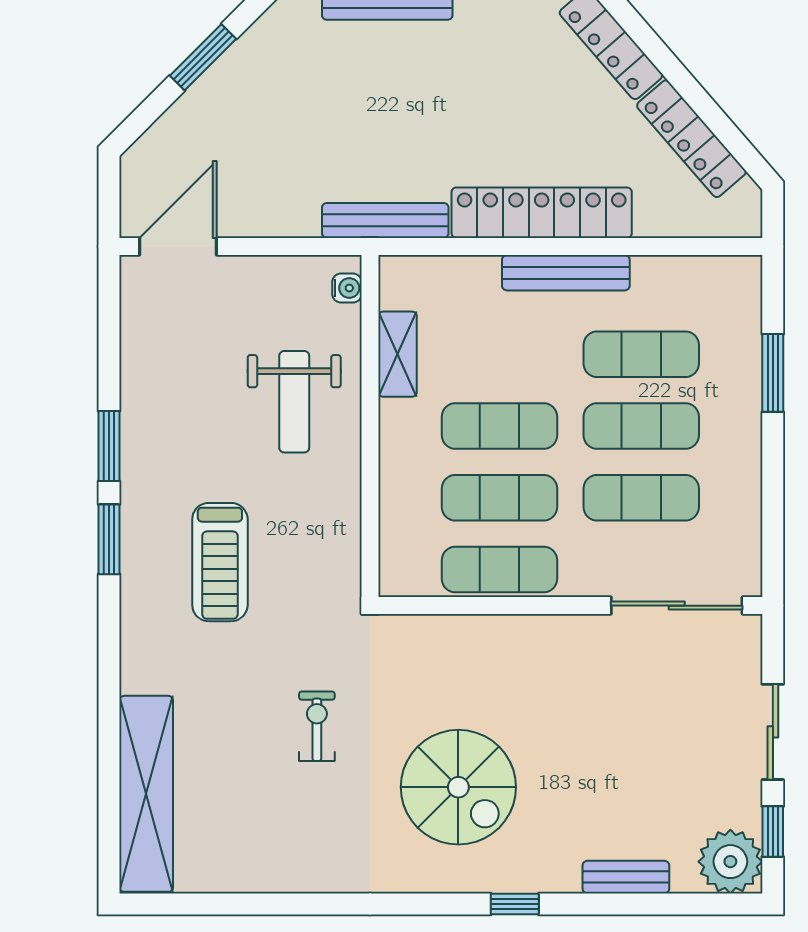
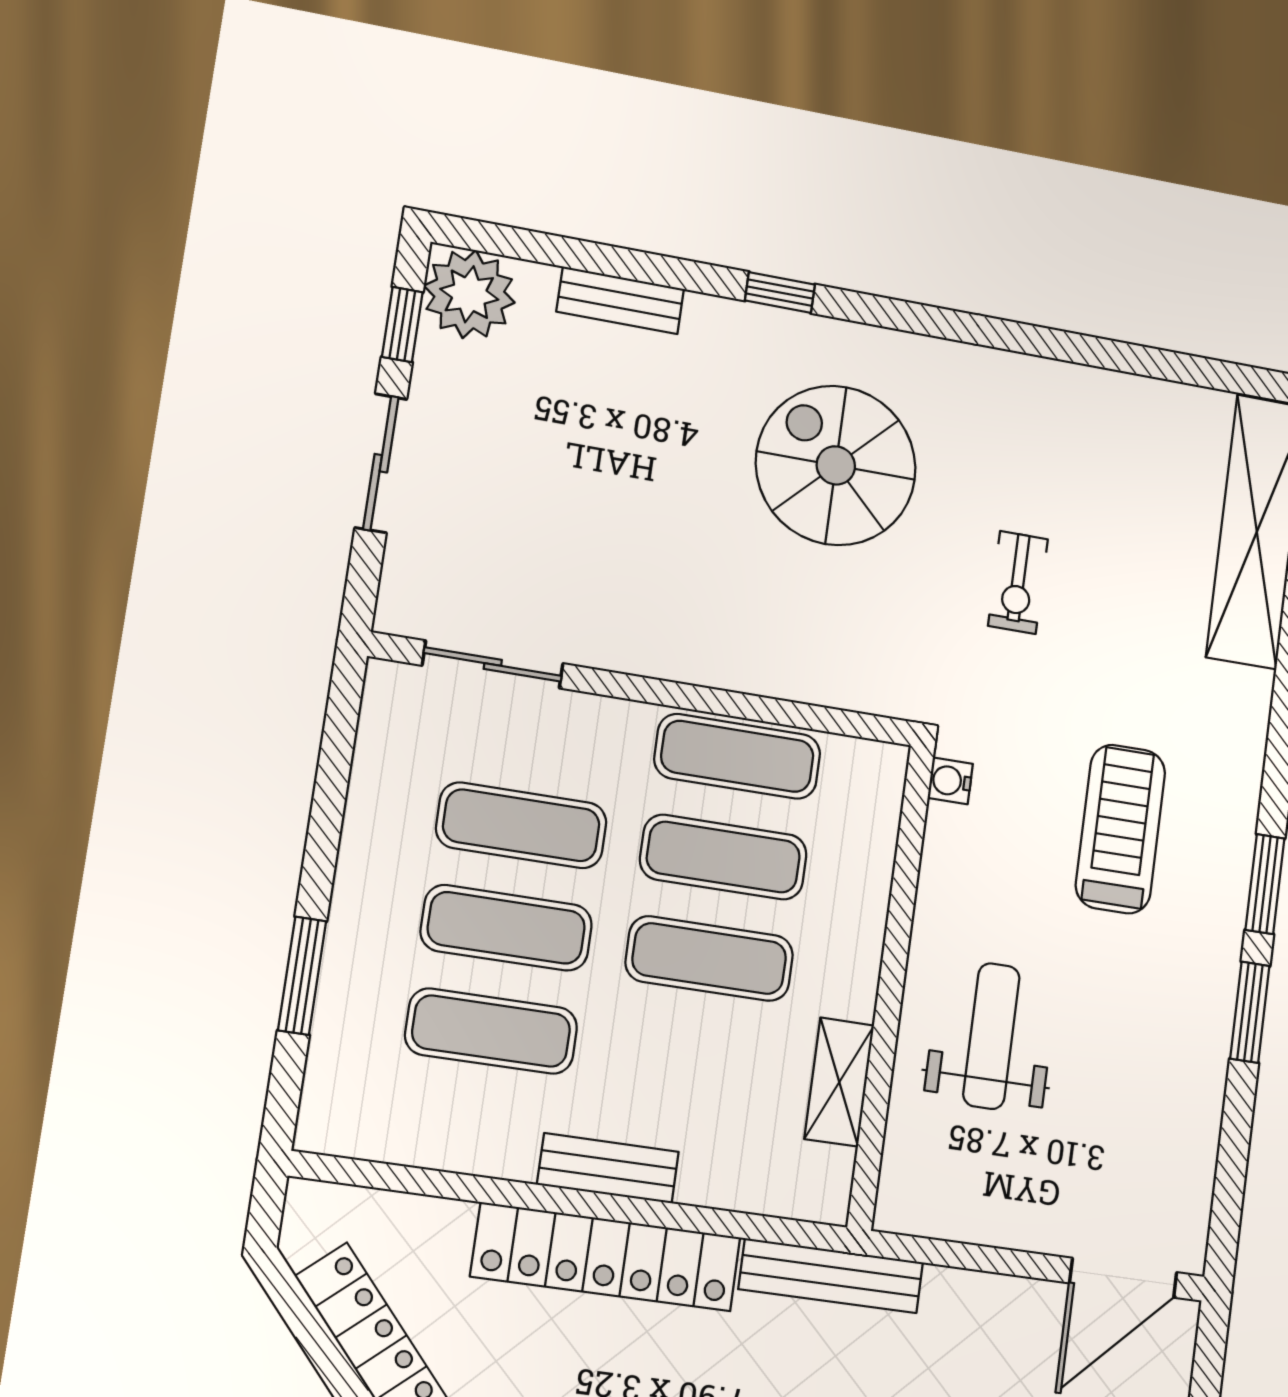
bench: (566, 273) -> (608, 1168), width x0.73
water cooler: (347, 288) -> (950, 781), moved
sliding door: (677, 606) -> (493, 664), width x0.73

